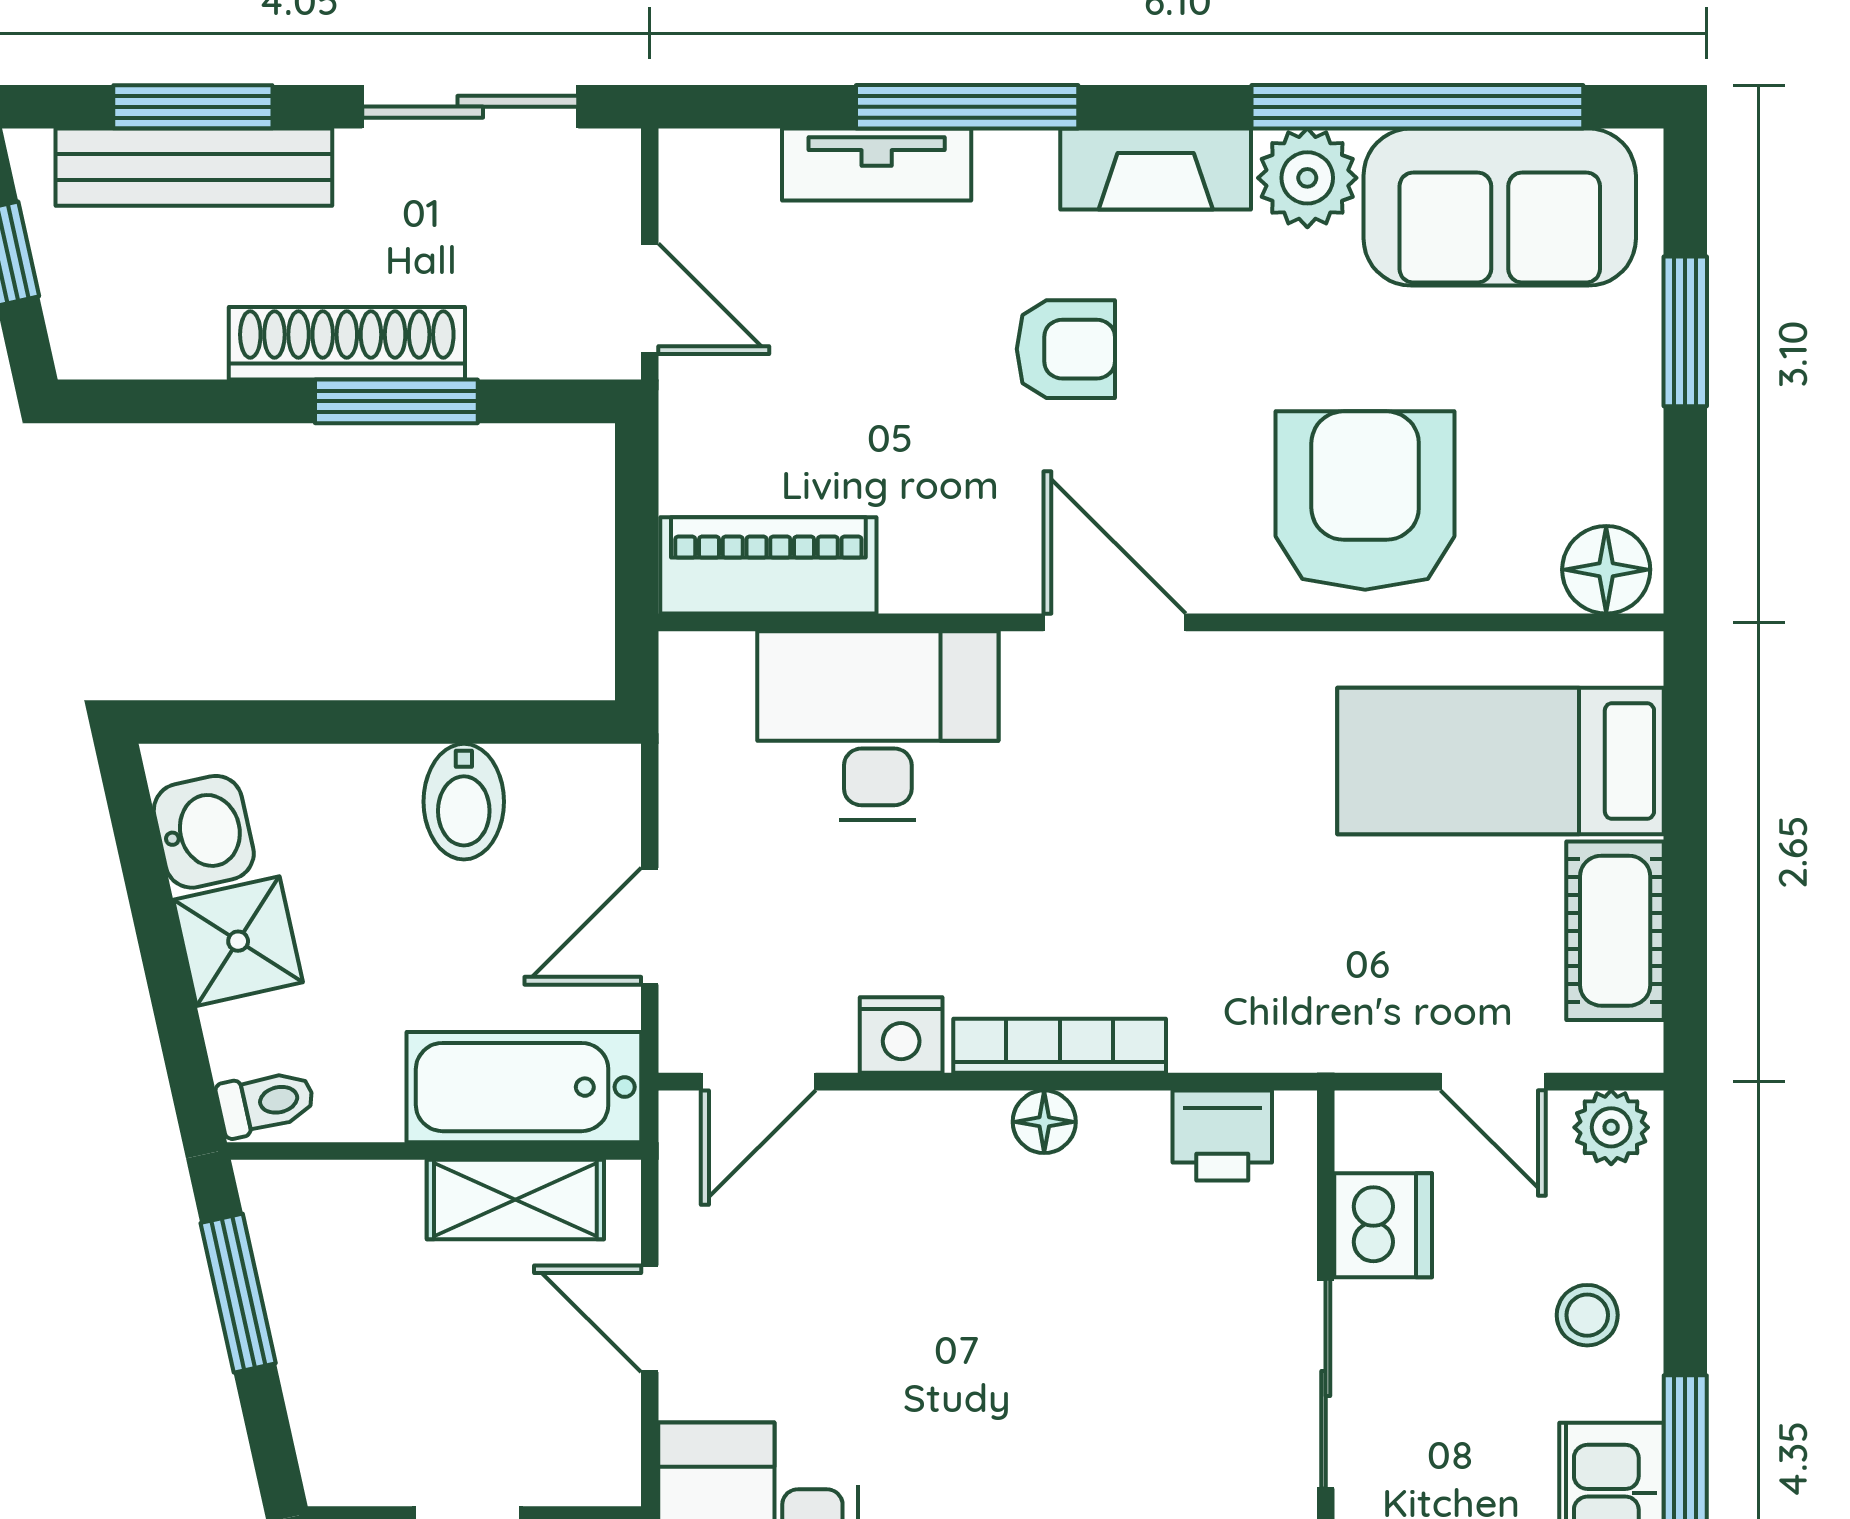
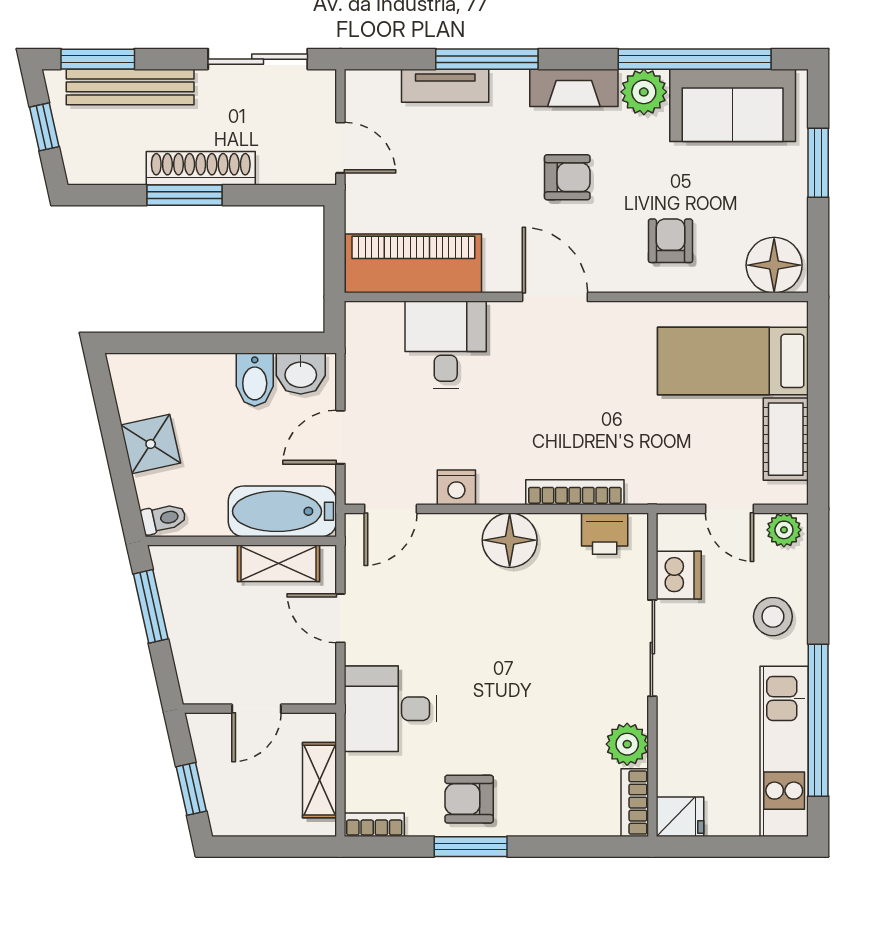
window: (193, 107) -> (98, 59), moved
armchair: (1066, 349) -> (567, 177), moved
window: (396, 401) -> (185, 195), moved
armchair: (1365, 501) -> (670, 241), width x0.53, depth x0.53
piano: (768, 565) -> (413, 263), width x1.37, depth x1.33
floor lamp: (1606, 570) -> (774, 265), width x1.38, depth x1.38
desk: (878, 726) -> (446, 345), width x0.73
washbasin: (204, 832) -> (301, 374), moved, turned 103
bookcase: (1060, 1046) -> (575, 492), moved
floor lamp: (1044, 1122) -> (510, 540), width x1.89, depth x1.89
stool: (1587, 1315) -> (773, 617), width x1.37, depth x1.37

